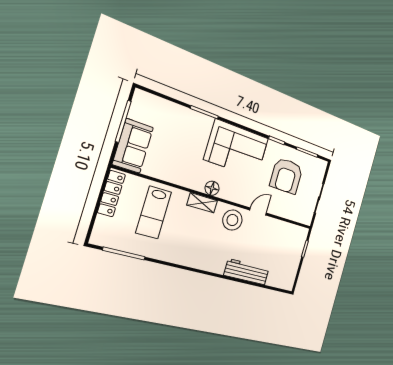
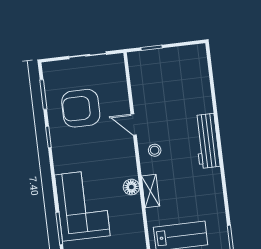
corner sofa: (237, 149) -> (82, 205), moved
armchair: (286, 176) -> (81, 108), turned 180
stool: (232, 220) -> (155, 150), width x0.53, depth x0.53
workbench: (247, 272) -> (207, 141), moved

